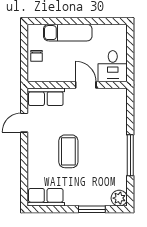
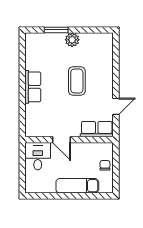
window: (130, 155) -> (22, 78), removed
row of seats: (46, 197) -> (33, 87), moved, turned -90
plant: (119, 198) -> (72, 40), moved

